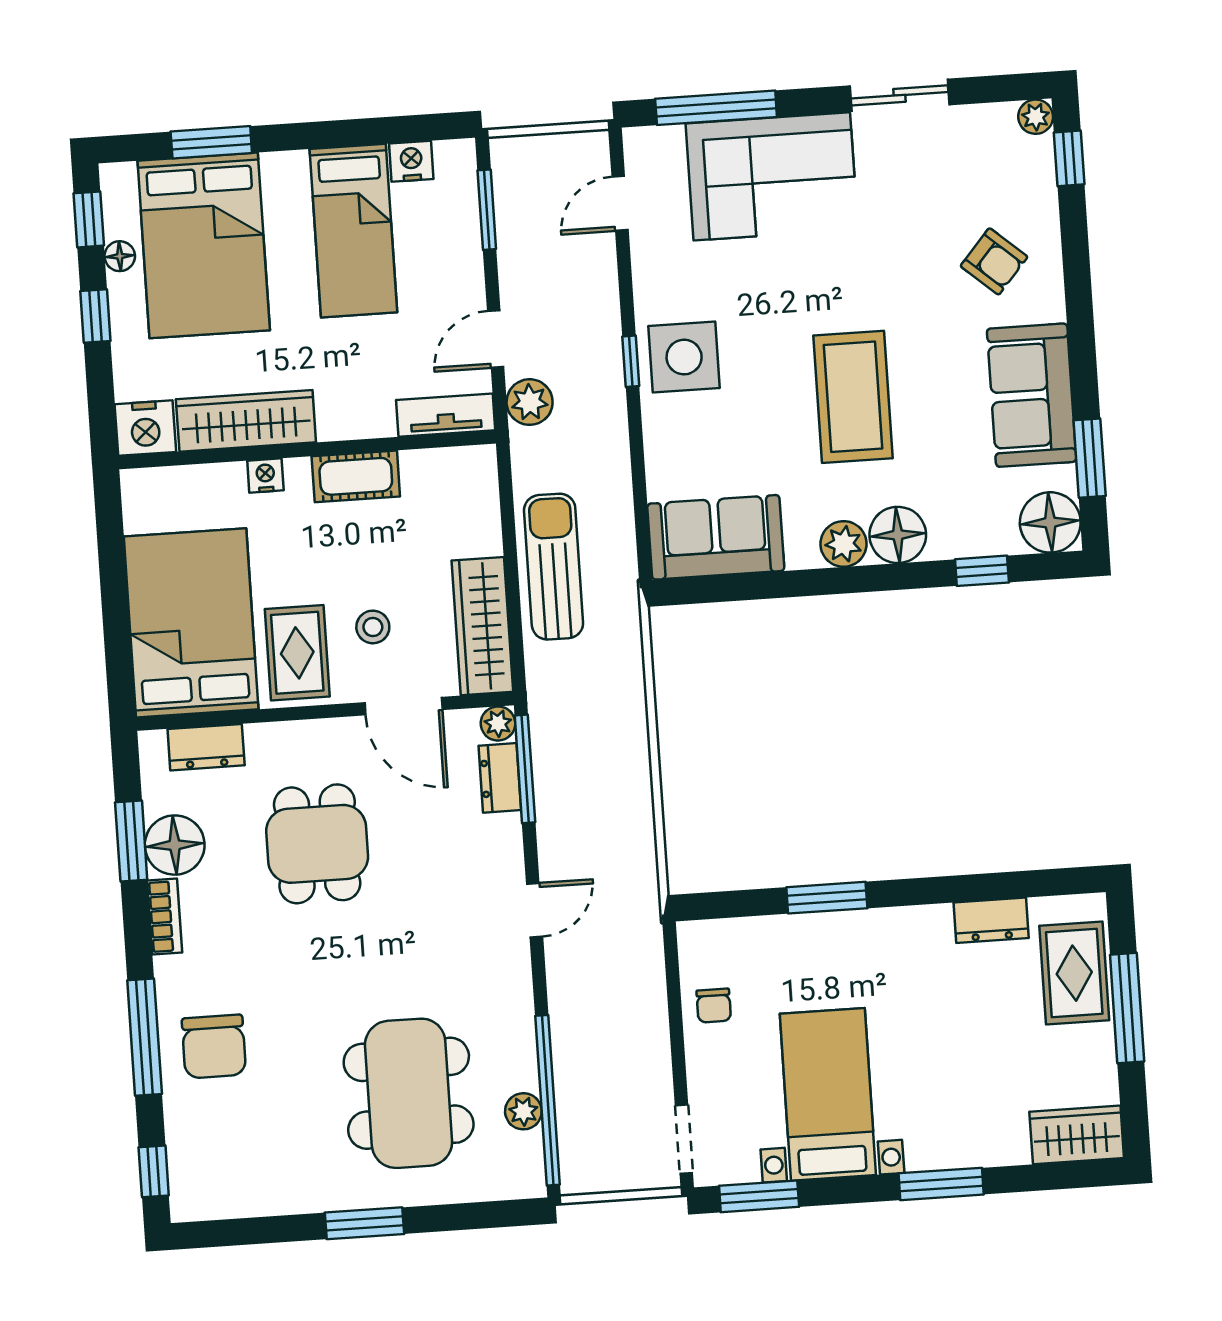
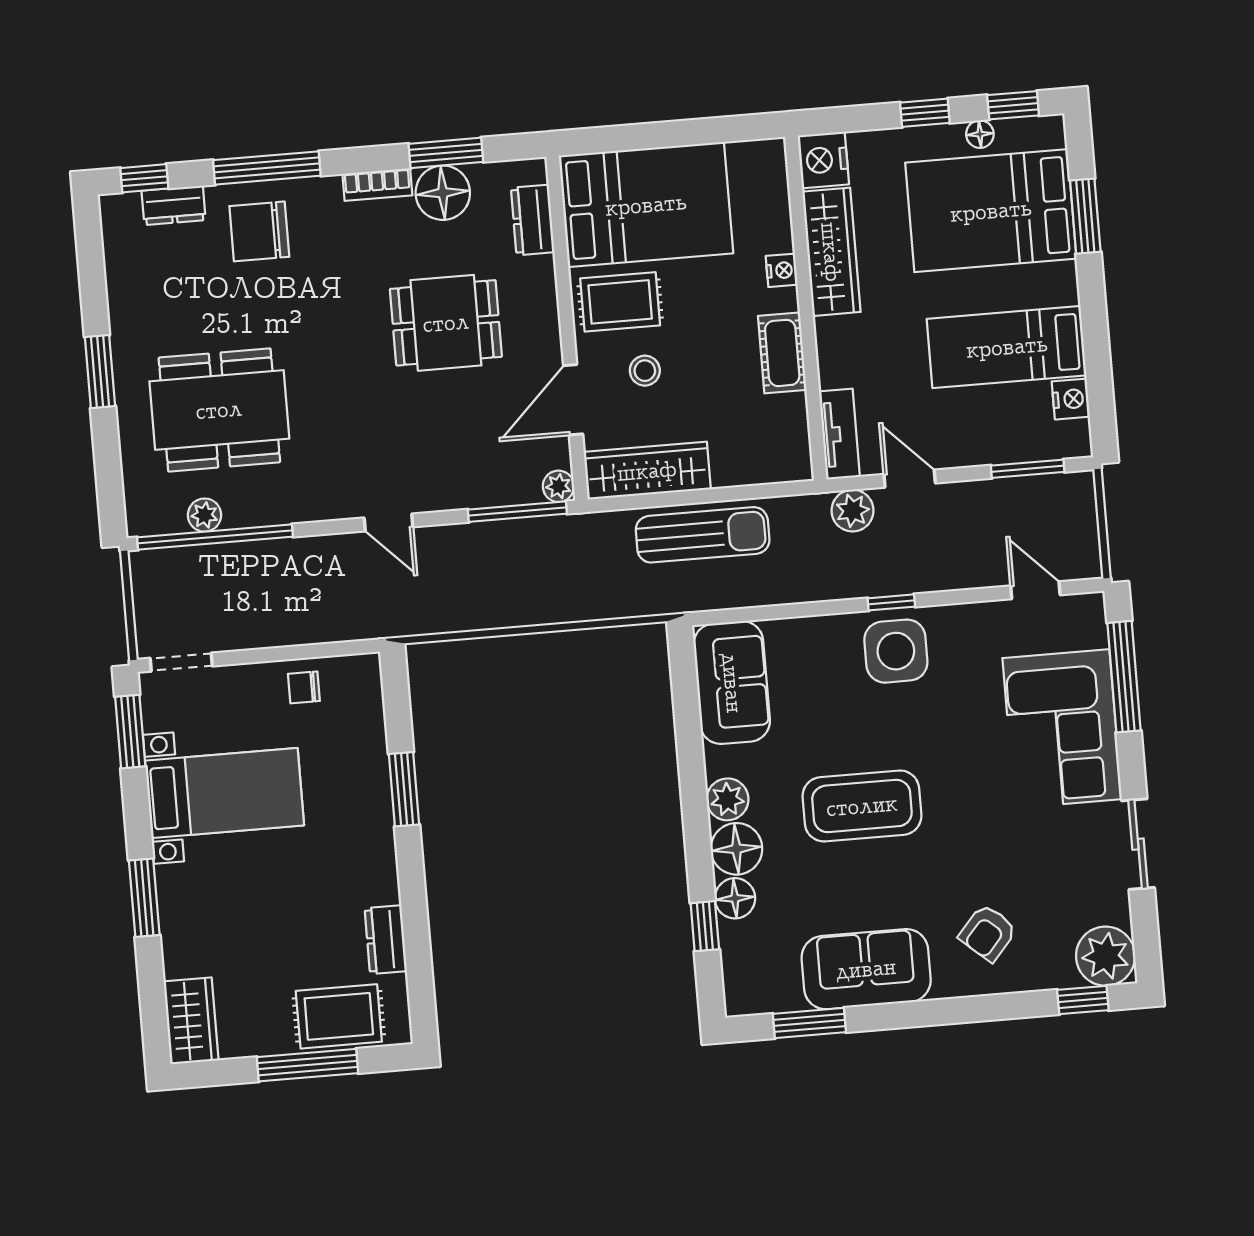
plant: (1036, 117) -> (1106, 956), width x1.88, depth x1.88
floor lamp: (1050, 522) -> (735, 898), moved, width x0.73, depth x0.73
dresser: (500, 778) -> (174, 205), moved, turned 180

